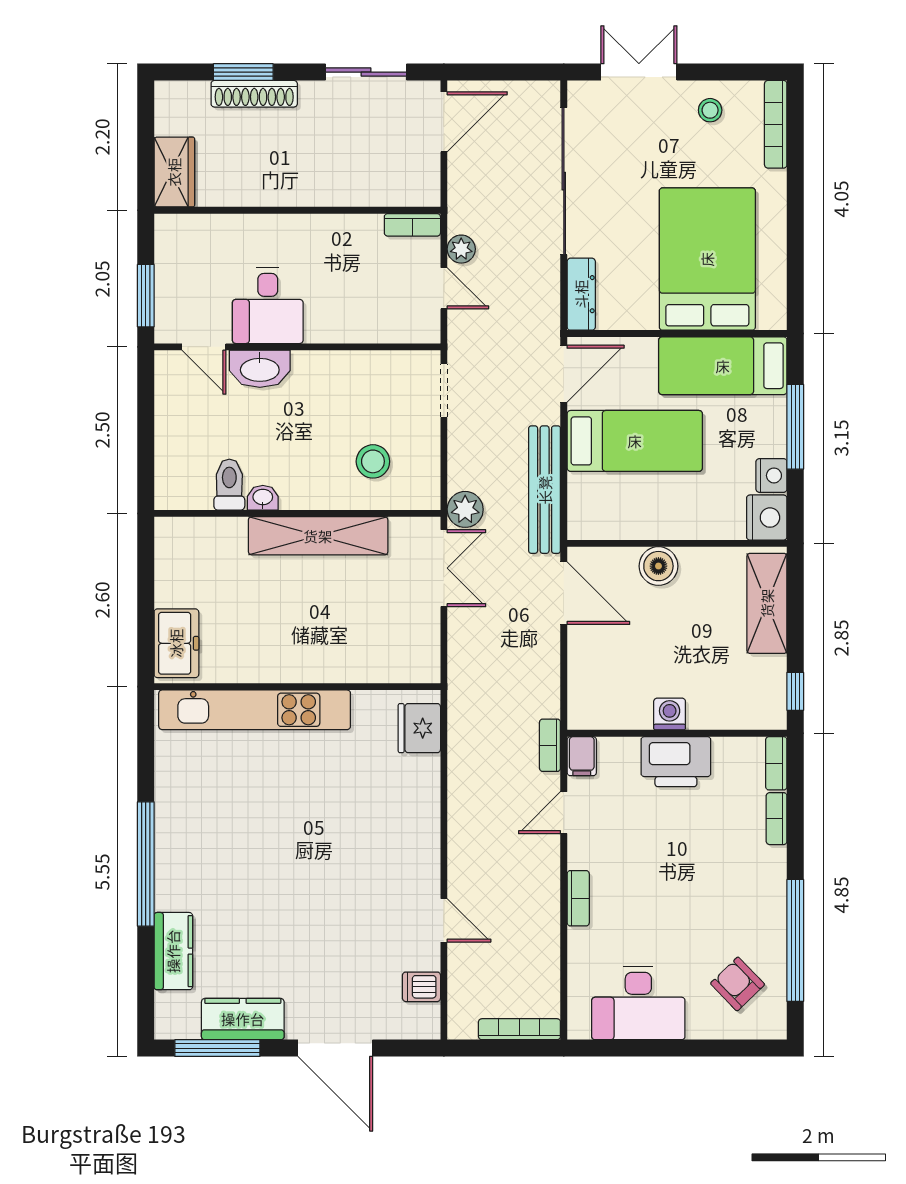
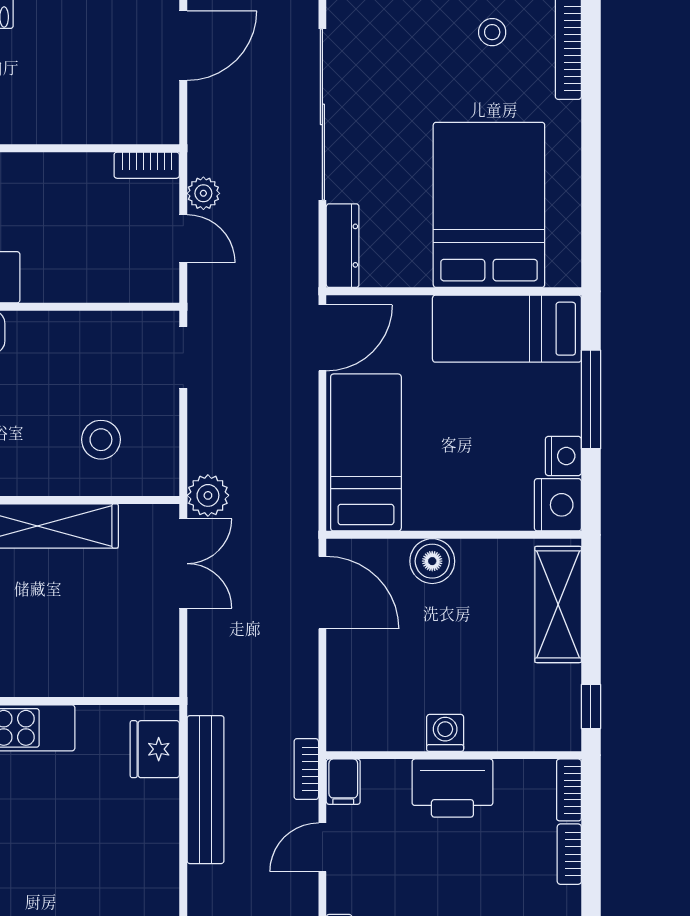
bed: (635, 441) -> (366, 452), moved, turned -90
bench: (545, 490) -> (205, 790), moved

